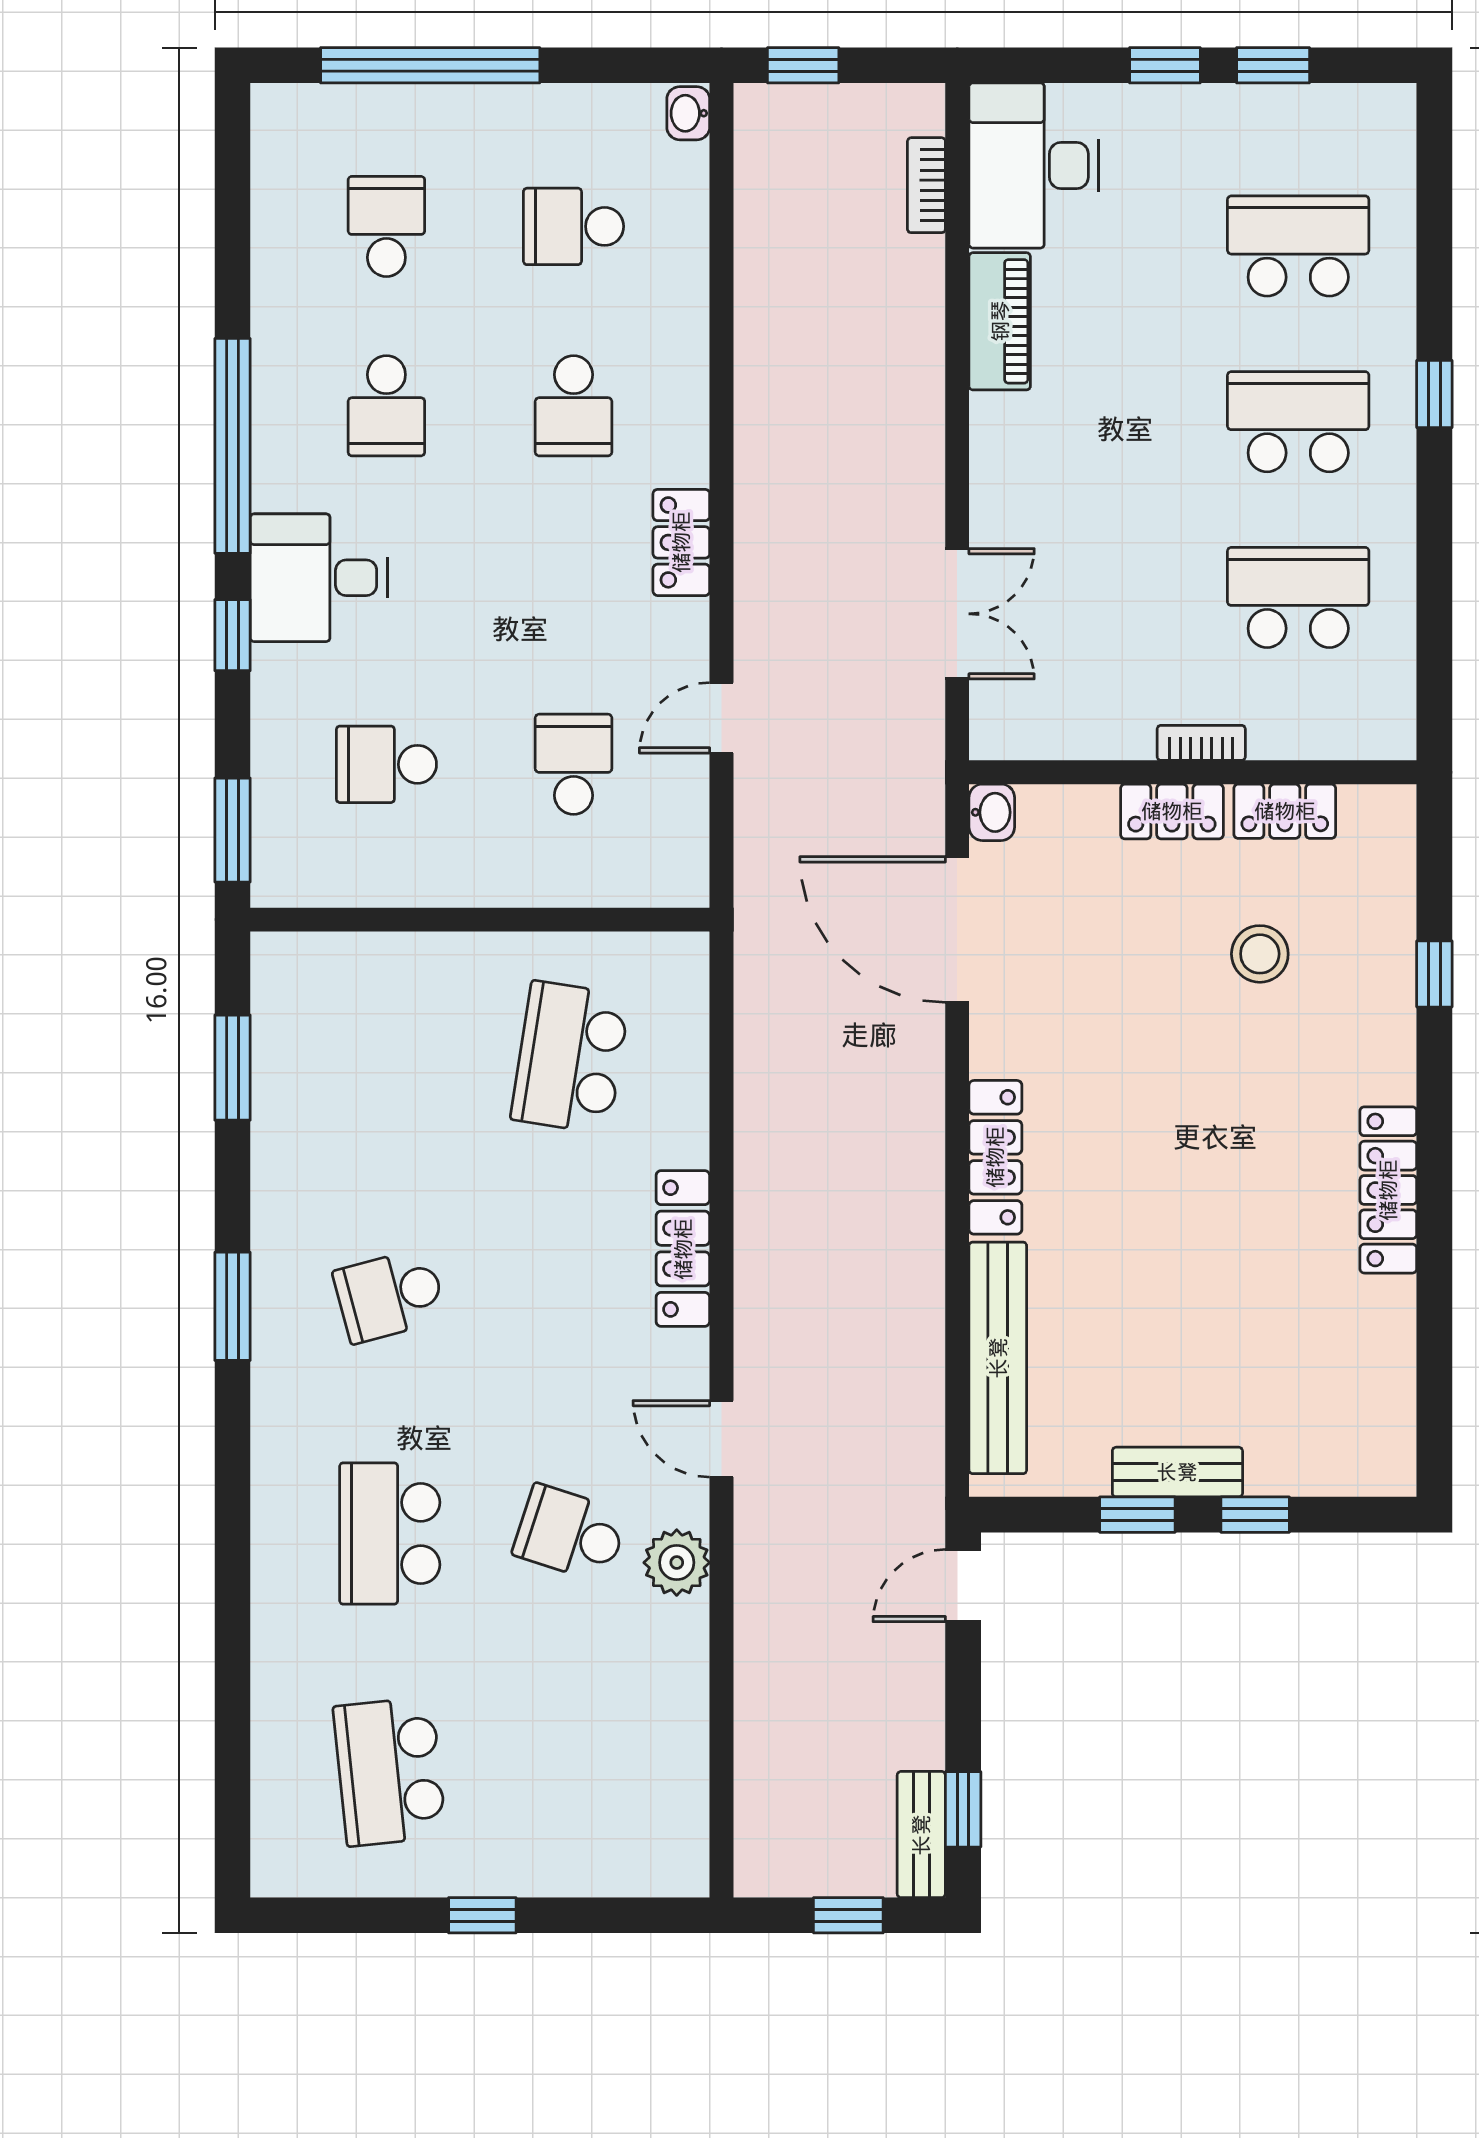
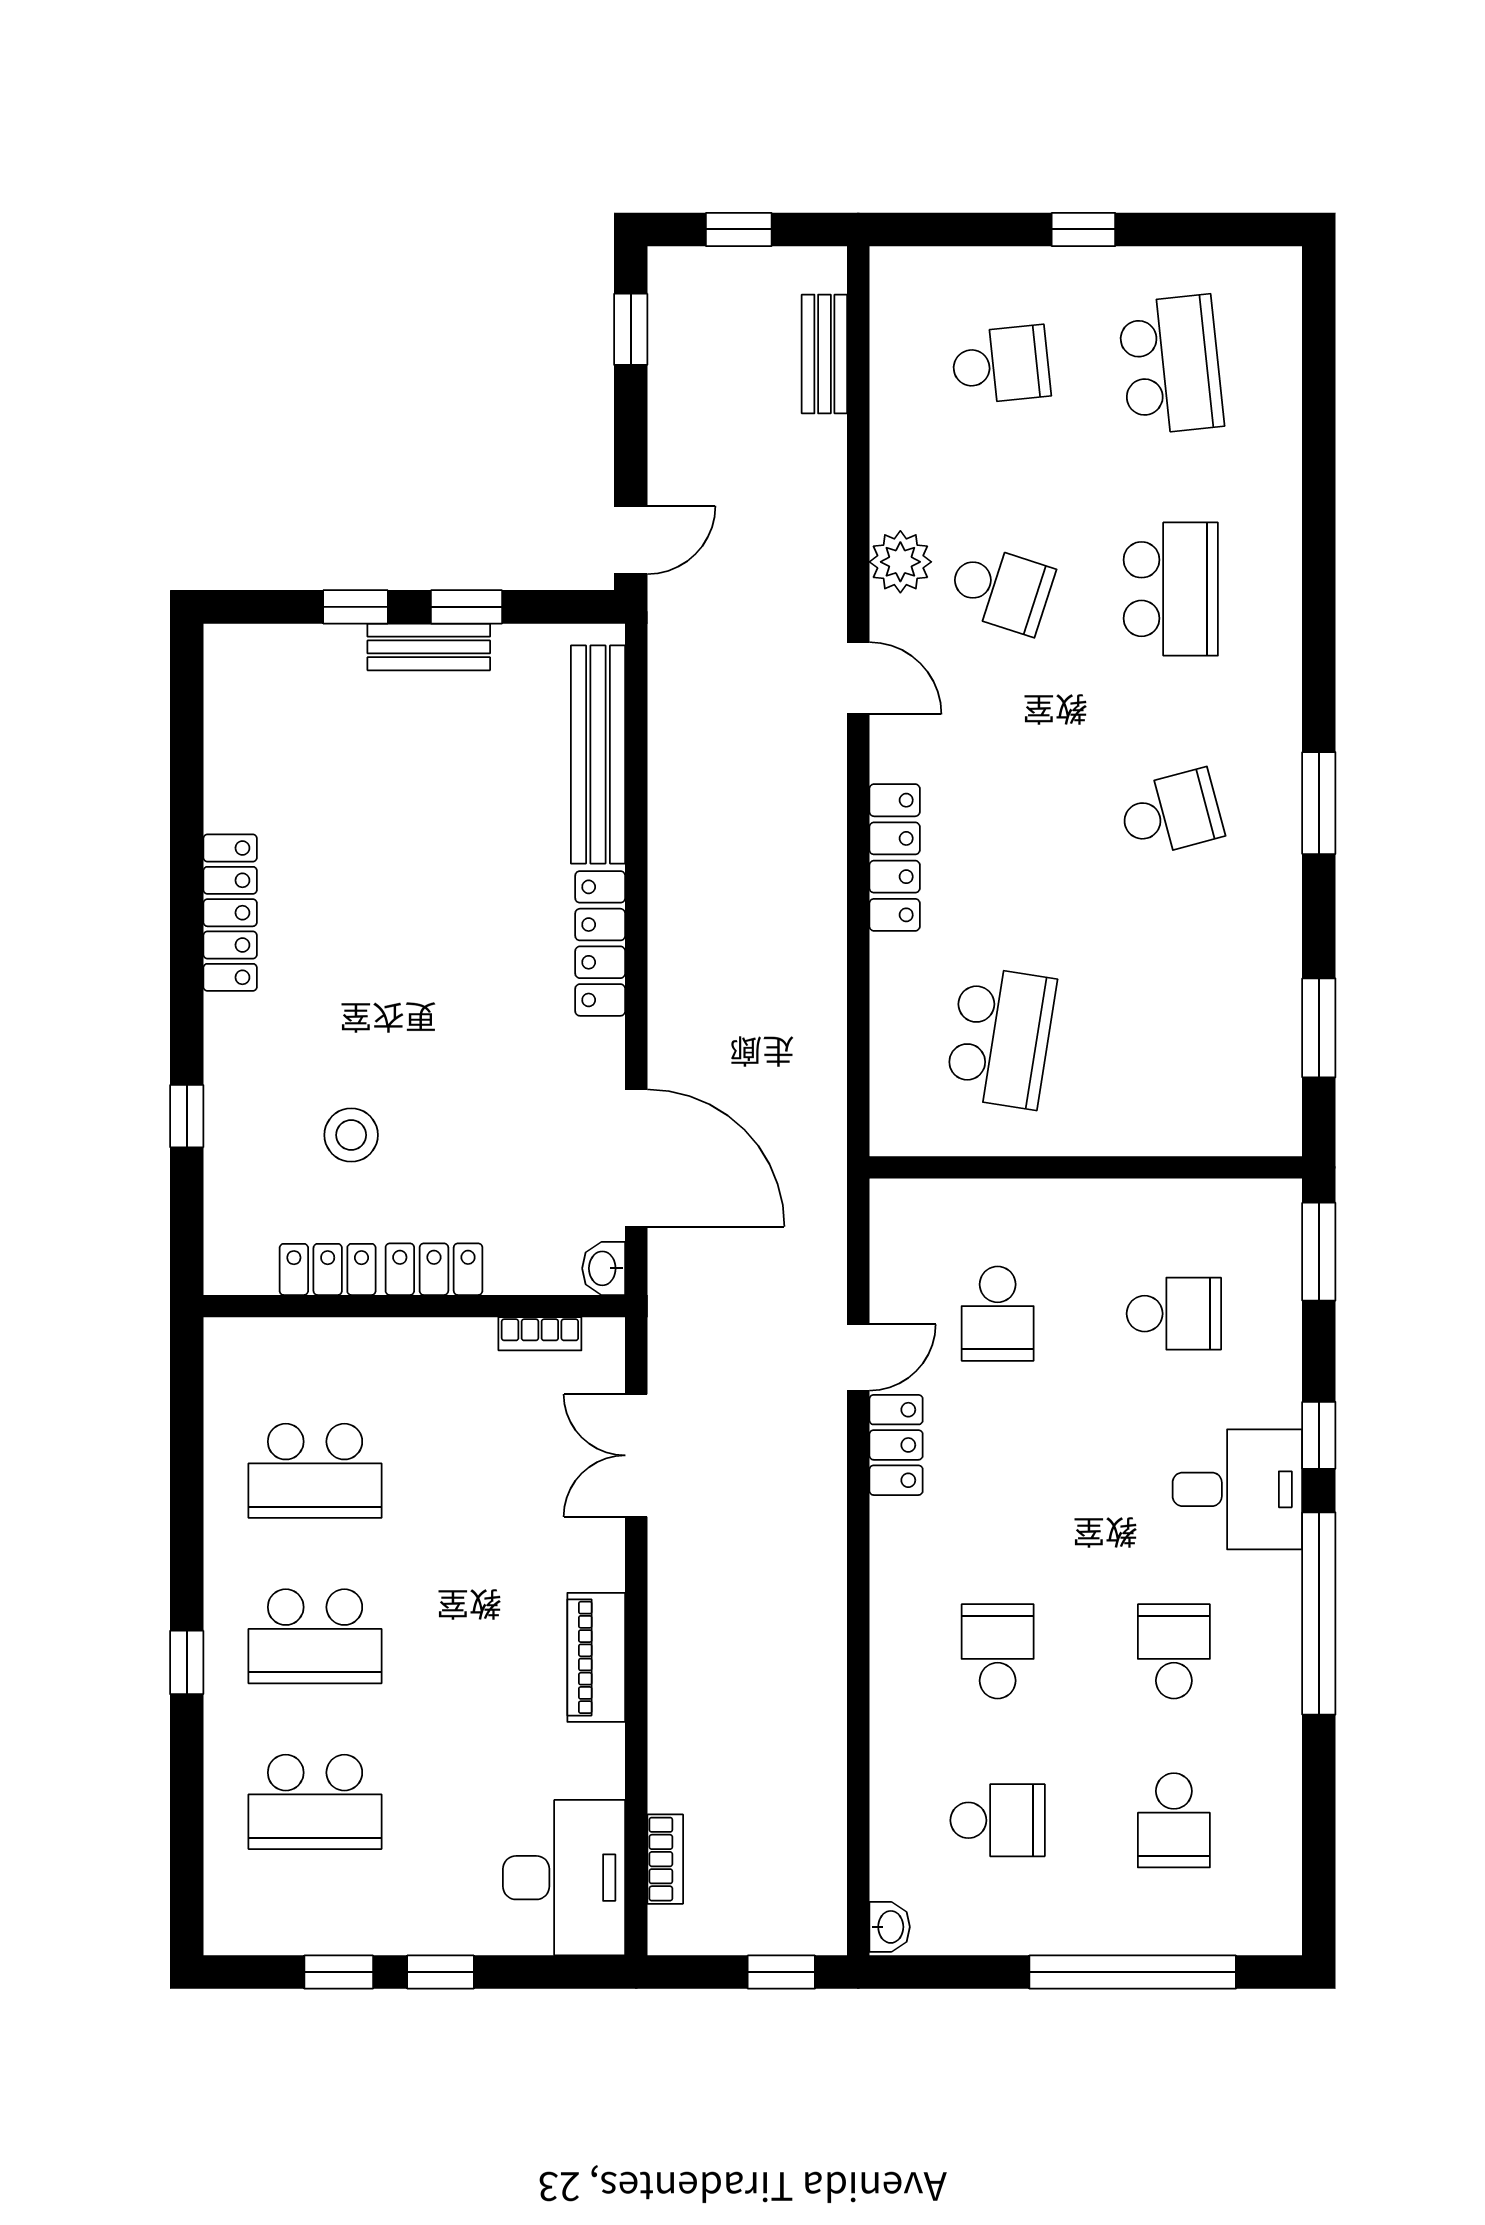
piano: (1000, 321) -> (596, 1657), moved
locker: (681, 542) -> (896, 1445), moved
bookcase: (1201, 743) -> (540, 1334), moved
school desk: (570, 1772) -> (1001, 365), added
bench: (921, 1835) -> (824, 354), moved

